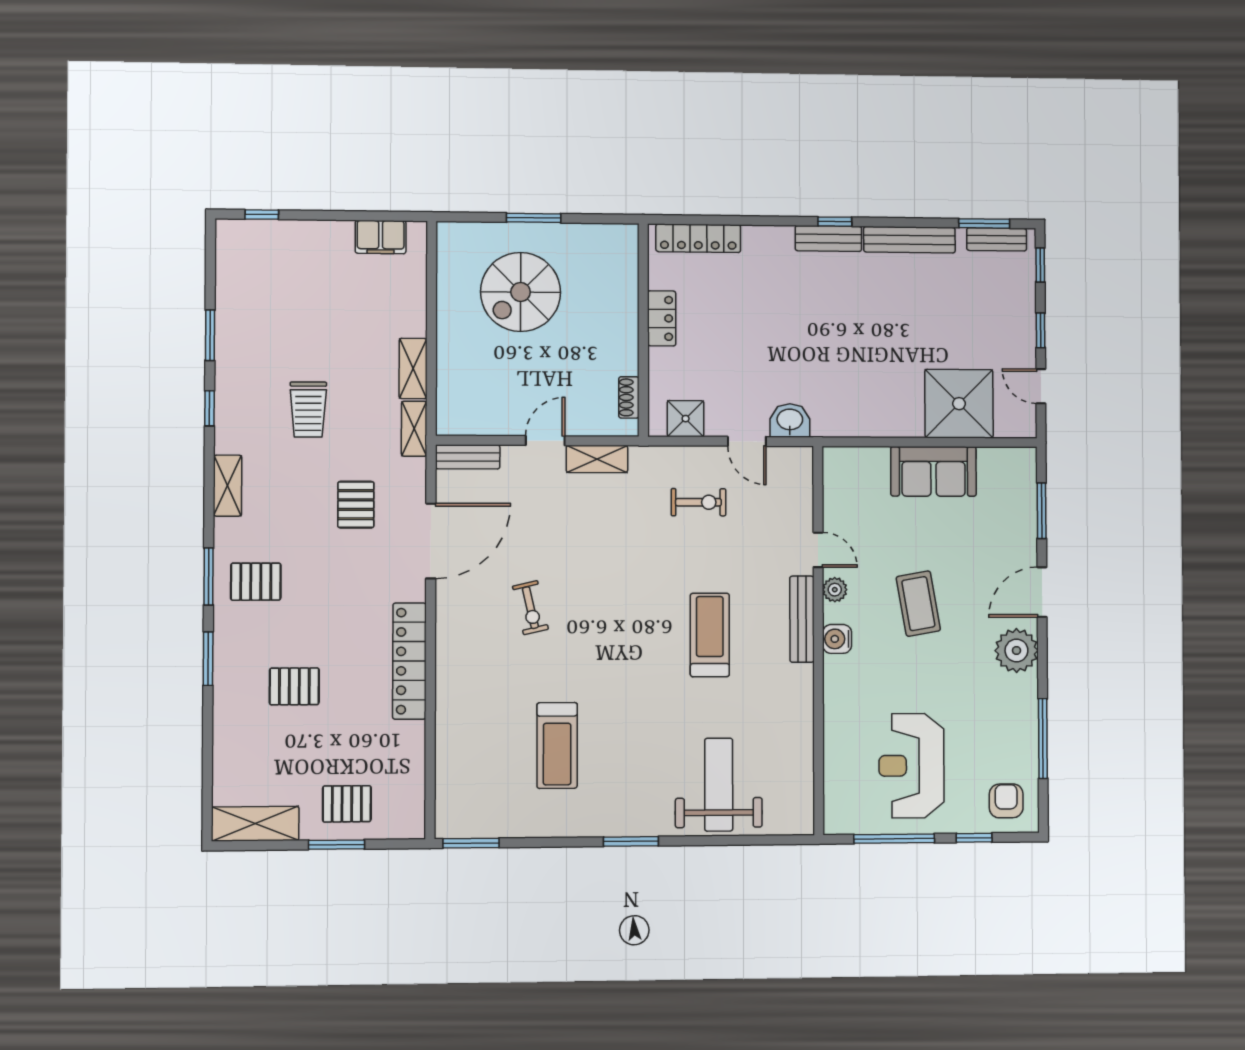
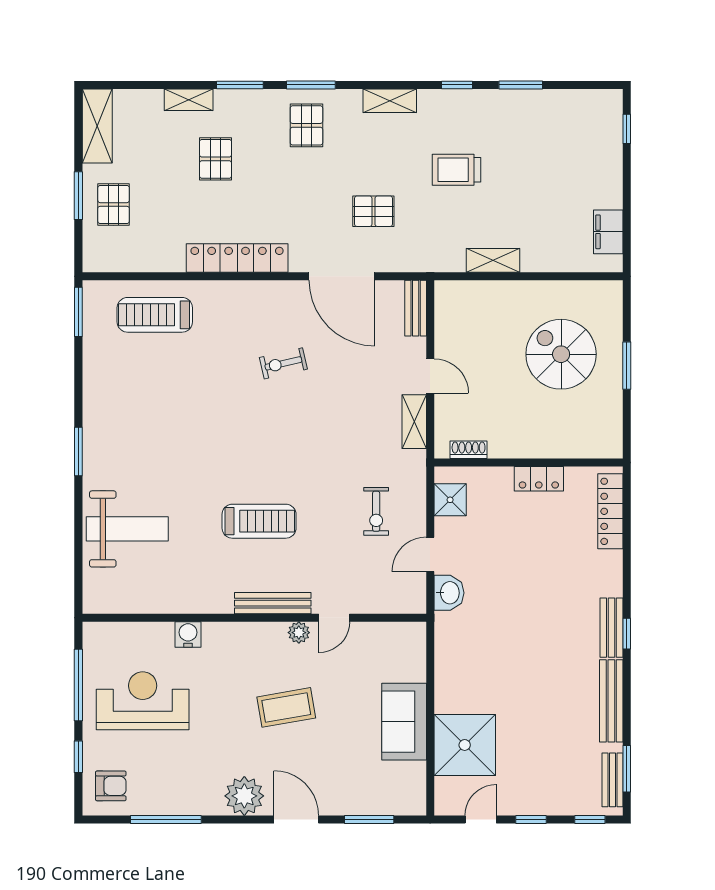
shelving: (414, 429) -> (189, 100), moved
water cooler: (837, 639) -> (188, 634), moved
treadmill: (557, 745) -> (155, 315), moved

